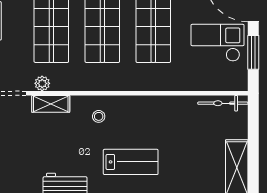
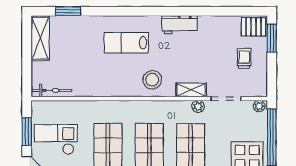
checkout: (218, 43) -> (56, 139), turned 180
stool: (99, 116) -> (152, 80), width x1.89, depth x1.89

